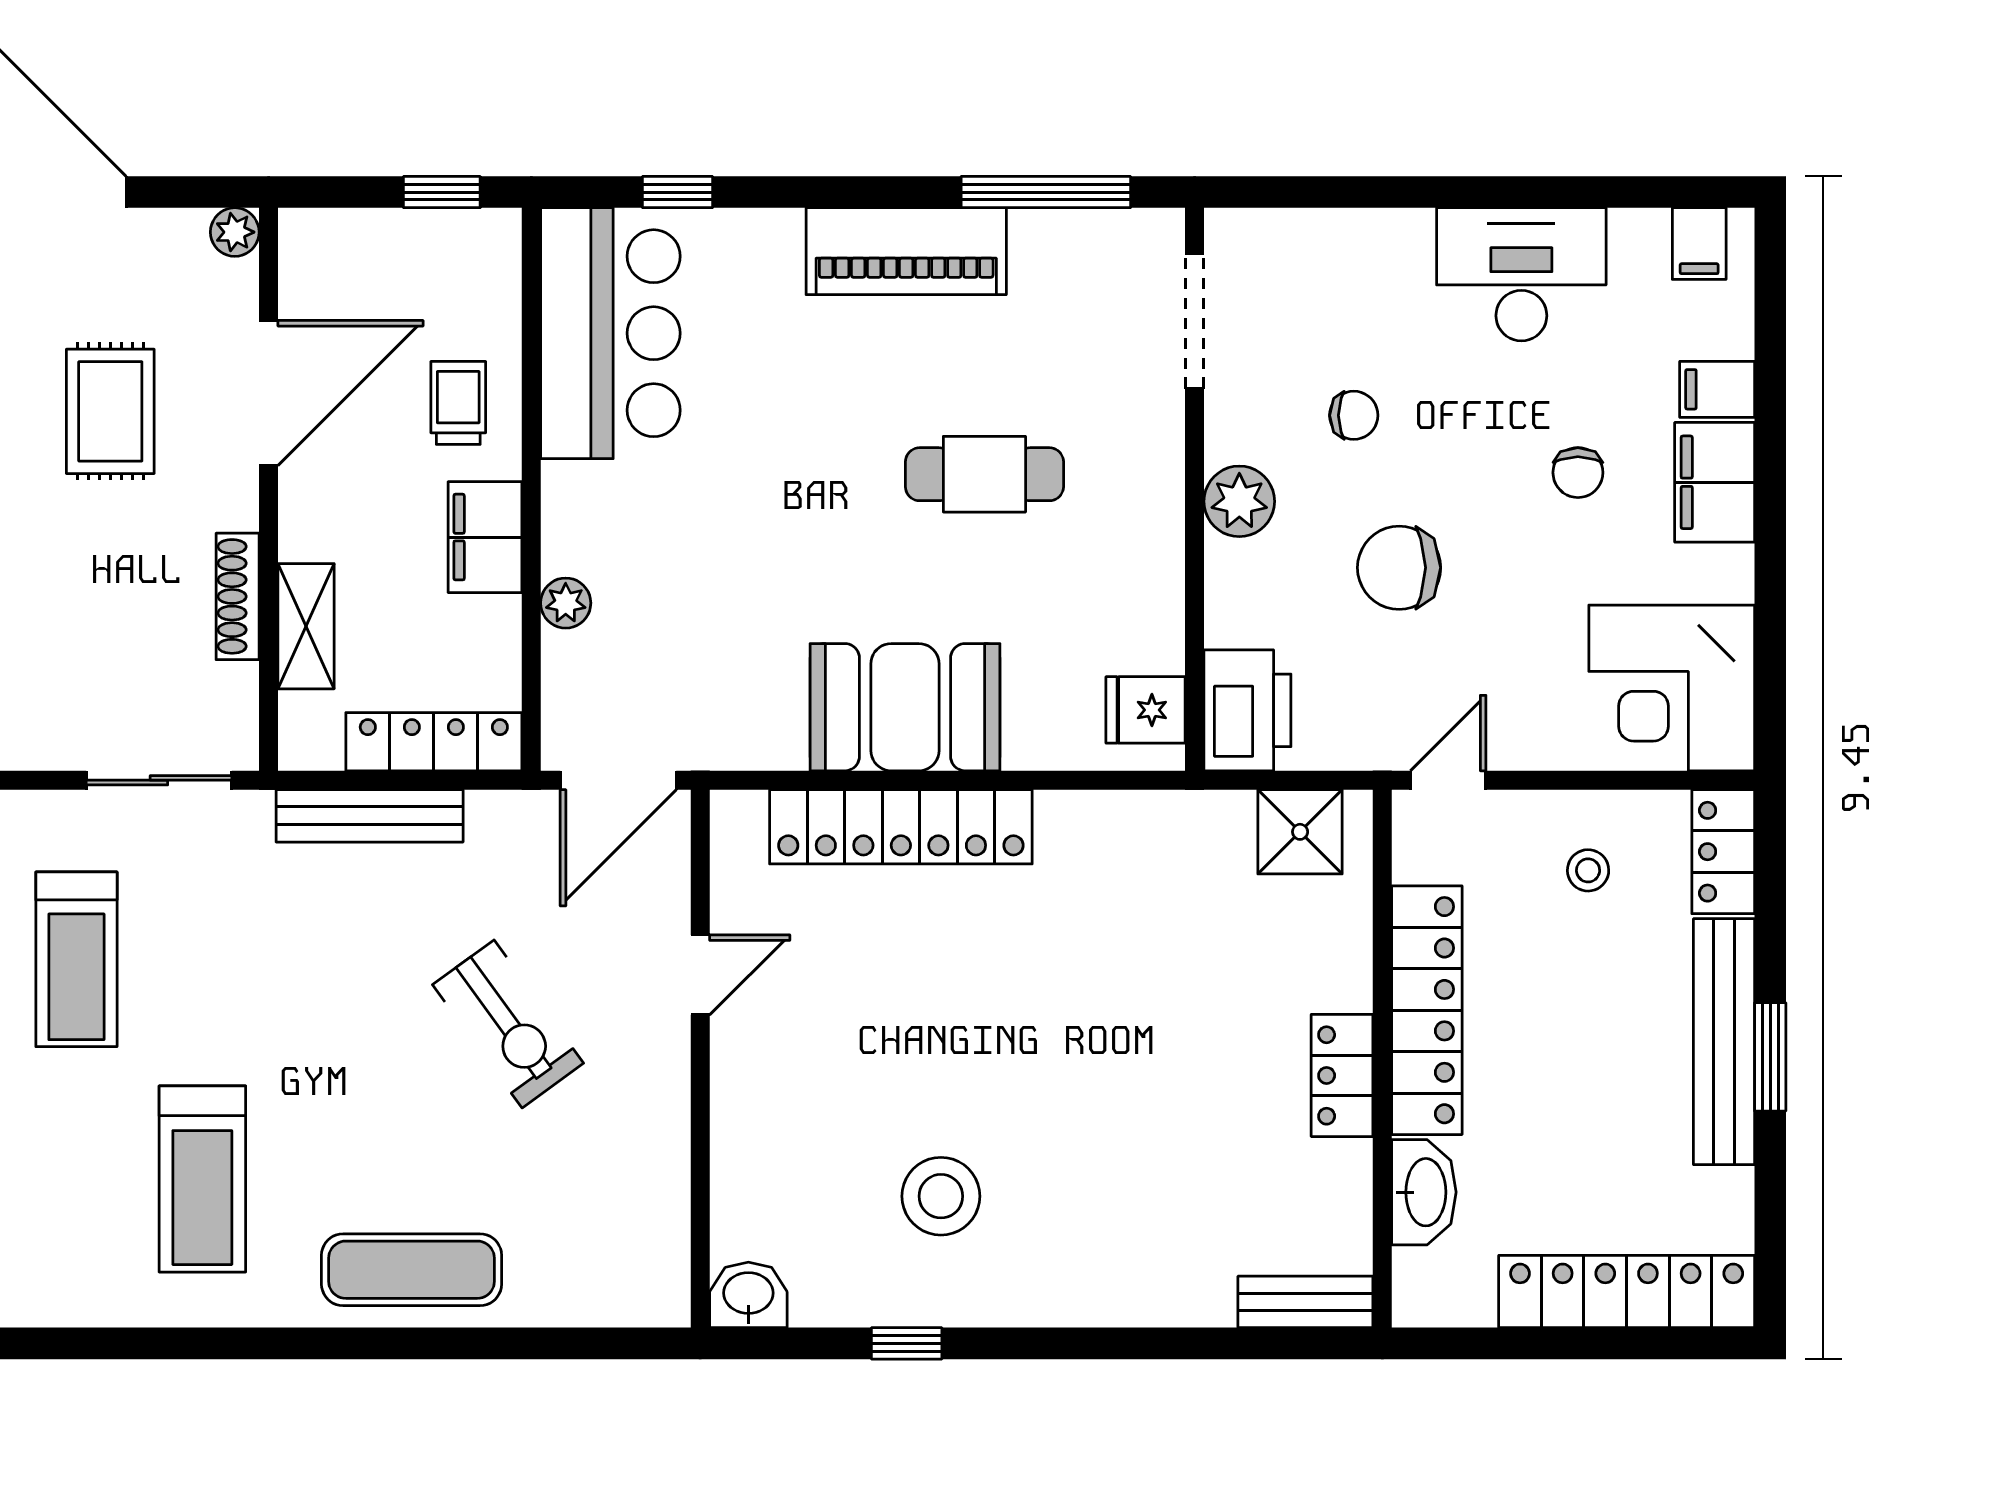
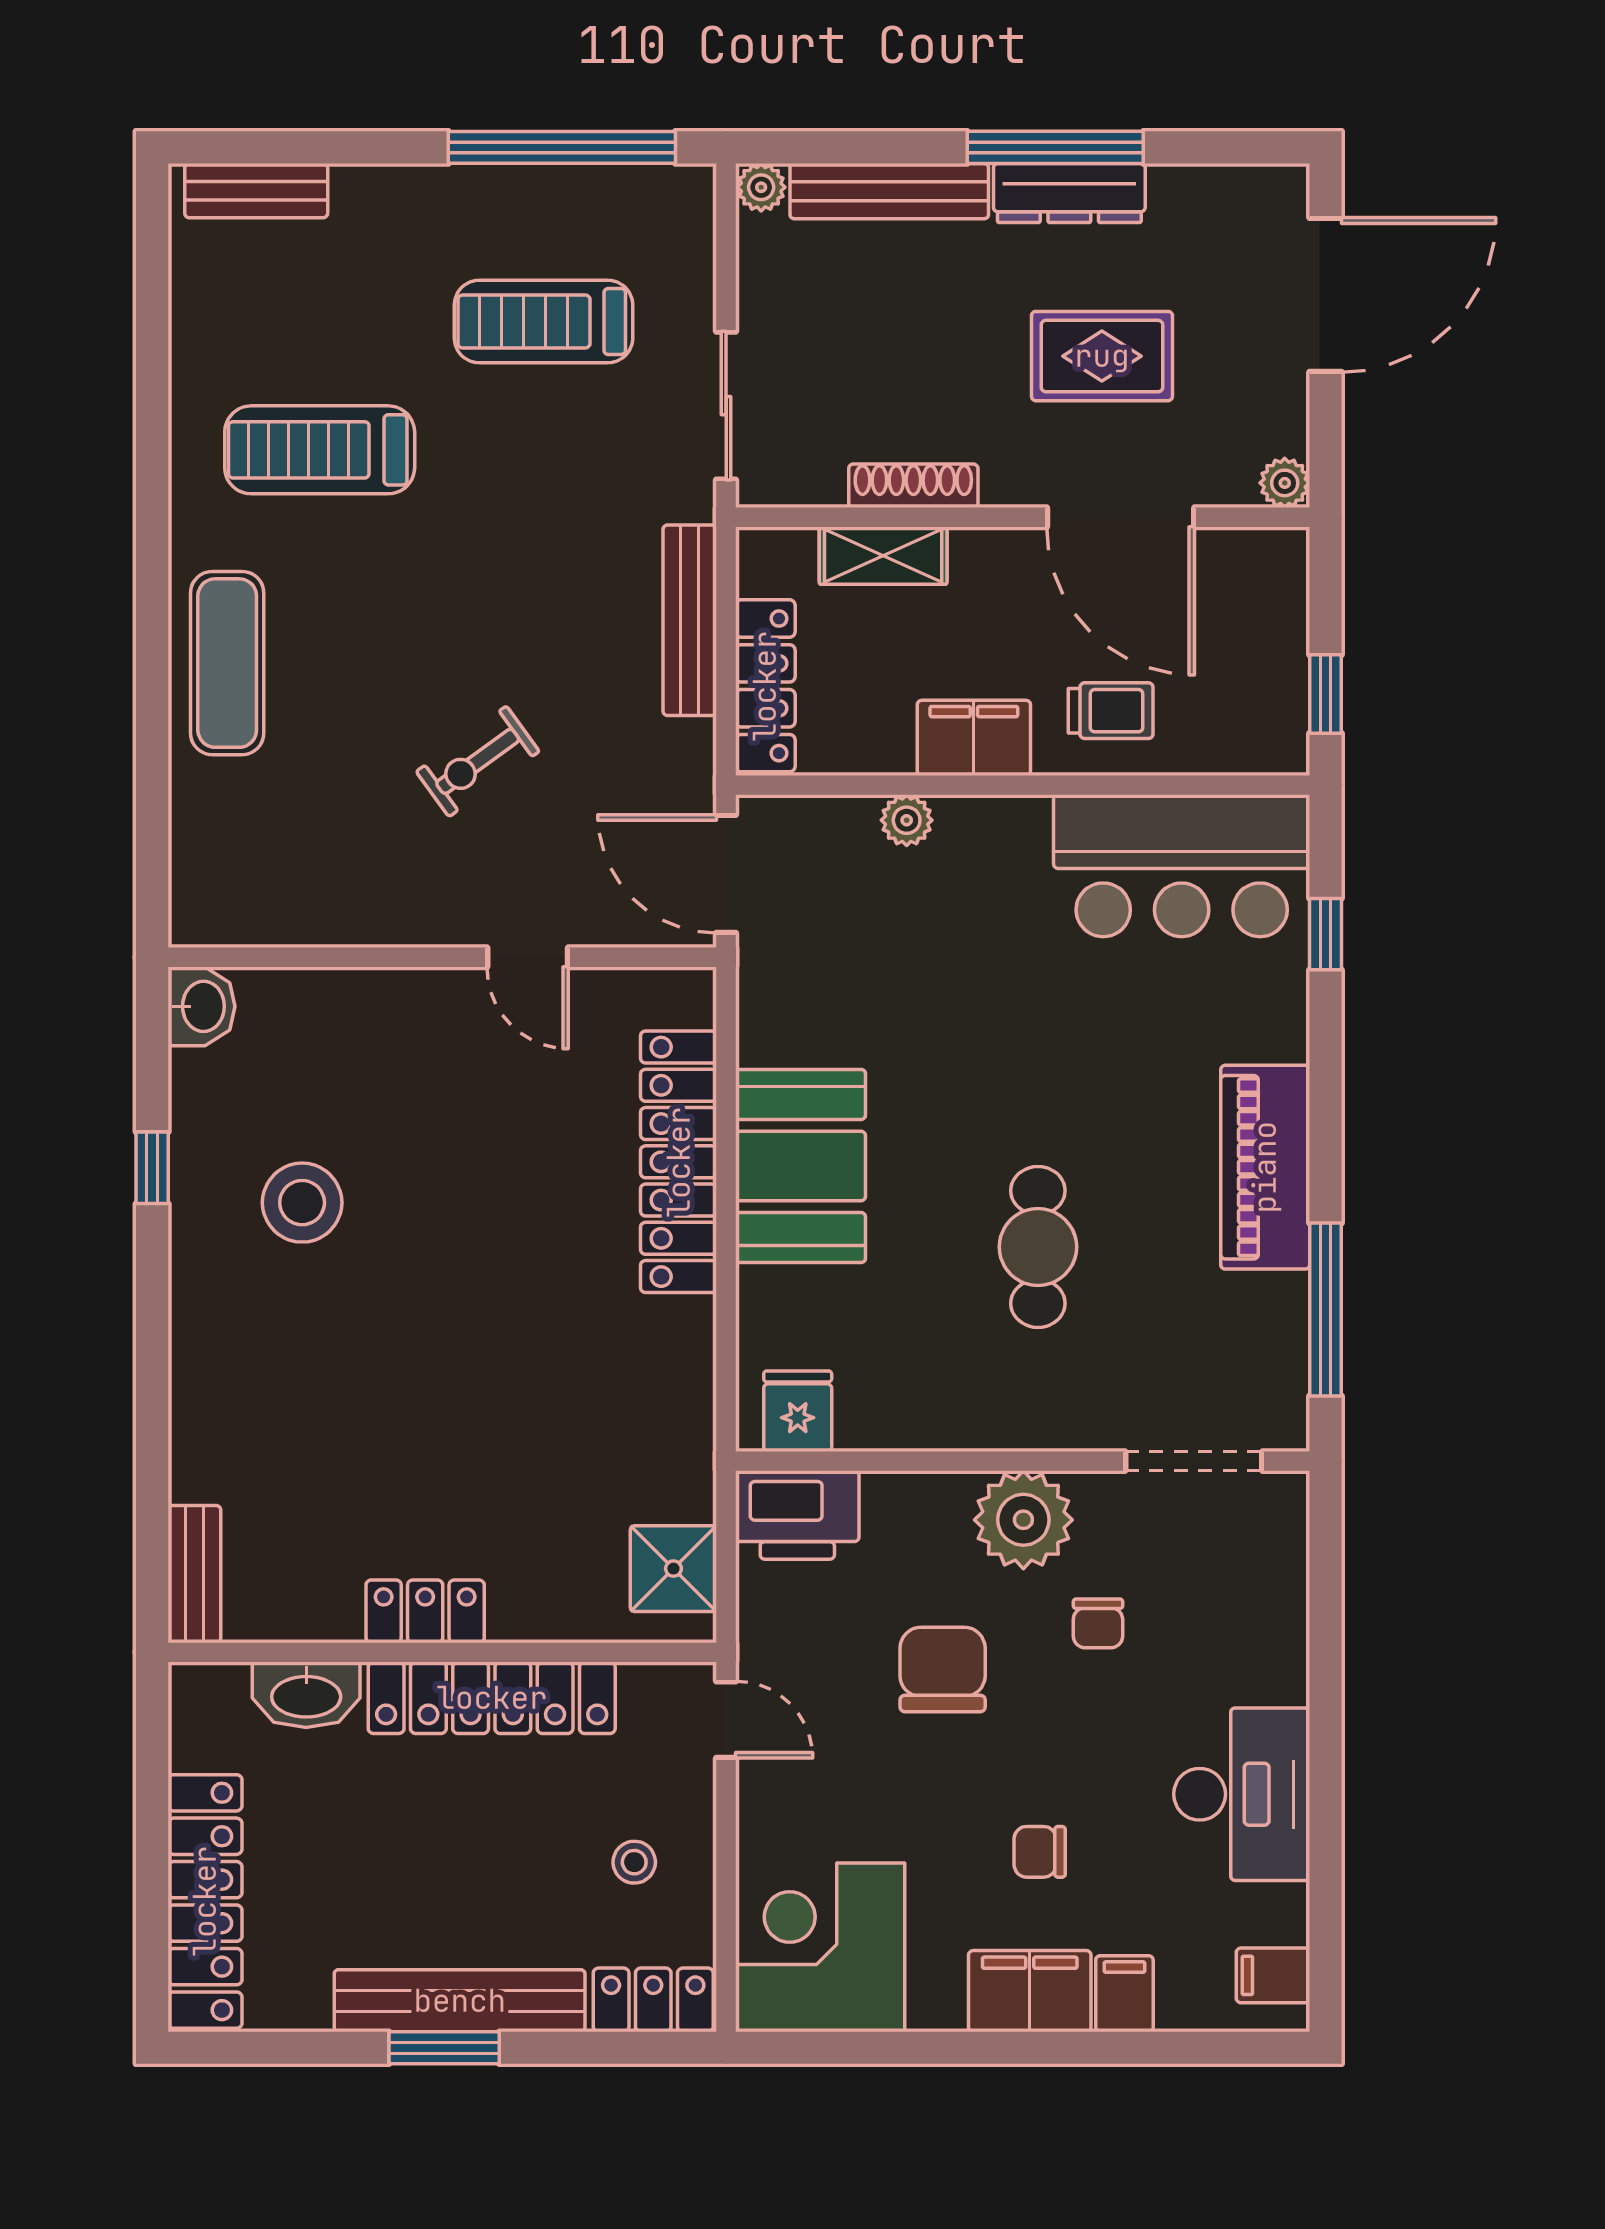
plant: (1239, 501) -> (1023, 1520), width x1.36, depth x1.36
exercise bike: (508, 1024) -> (478, 761), width x0.73, depth x0.72

